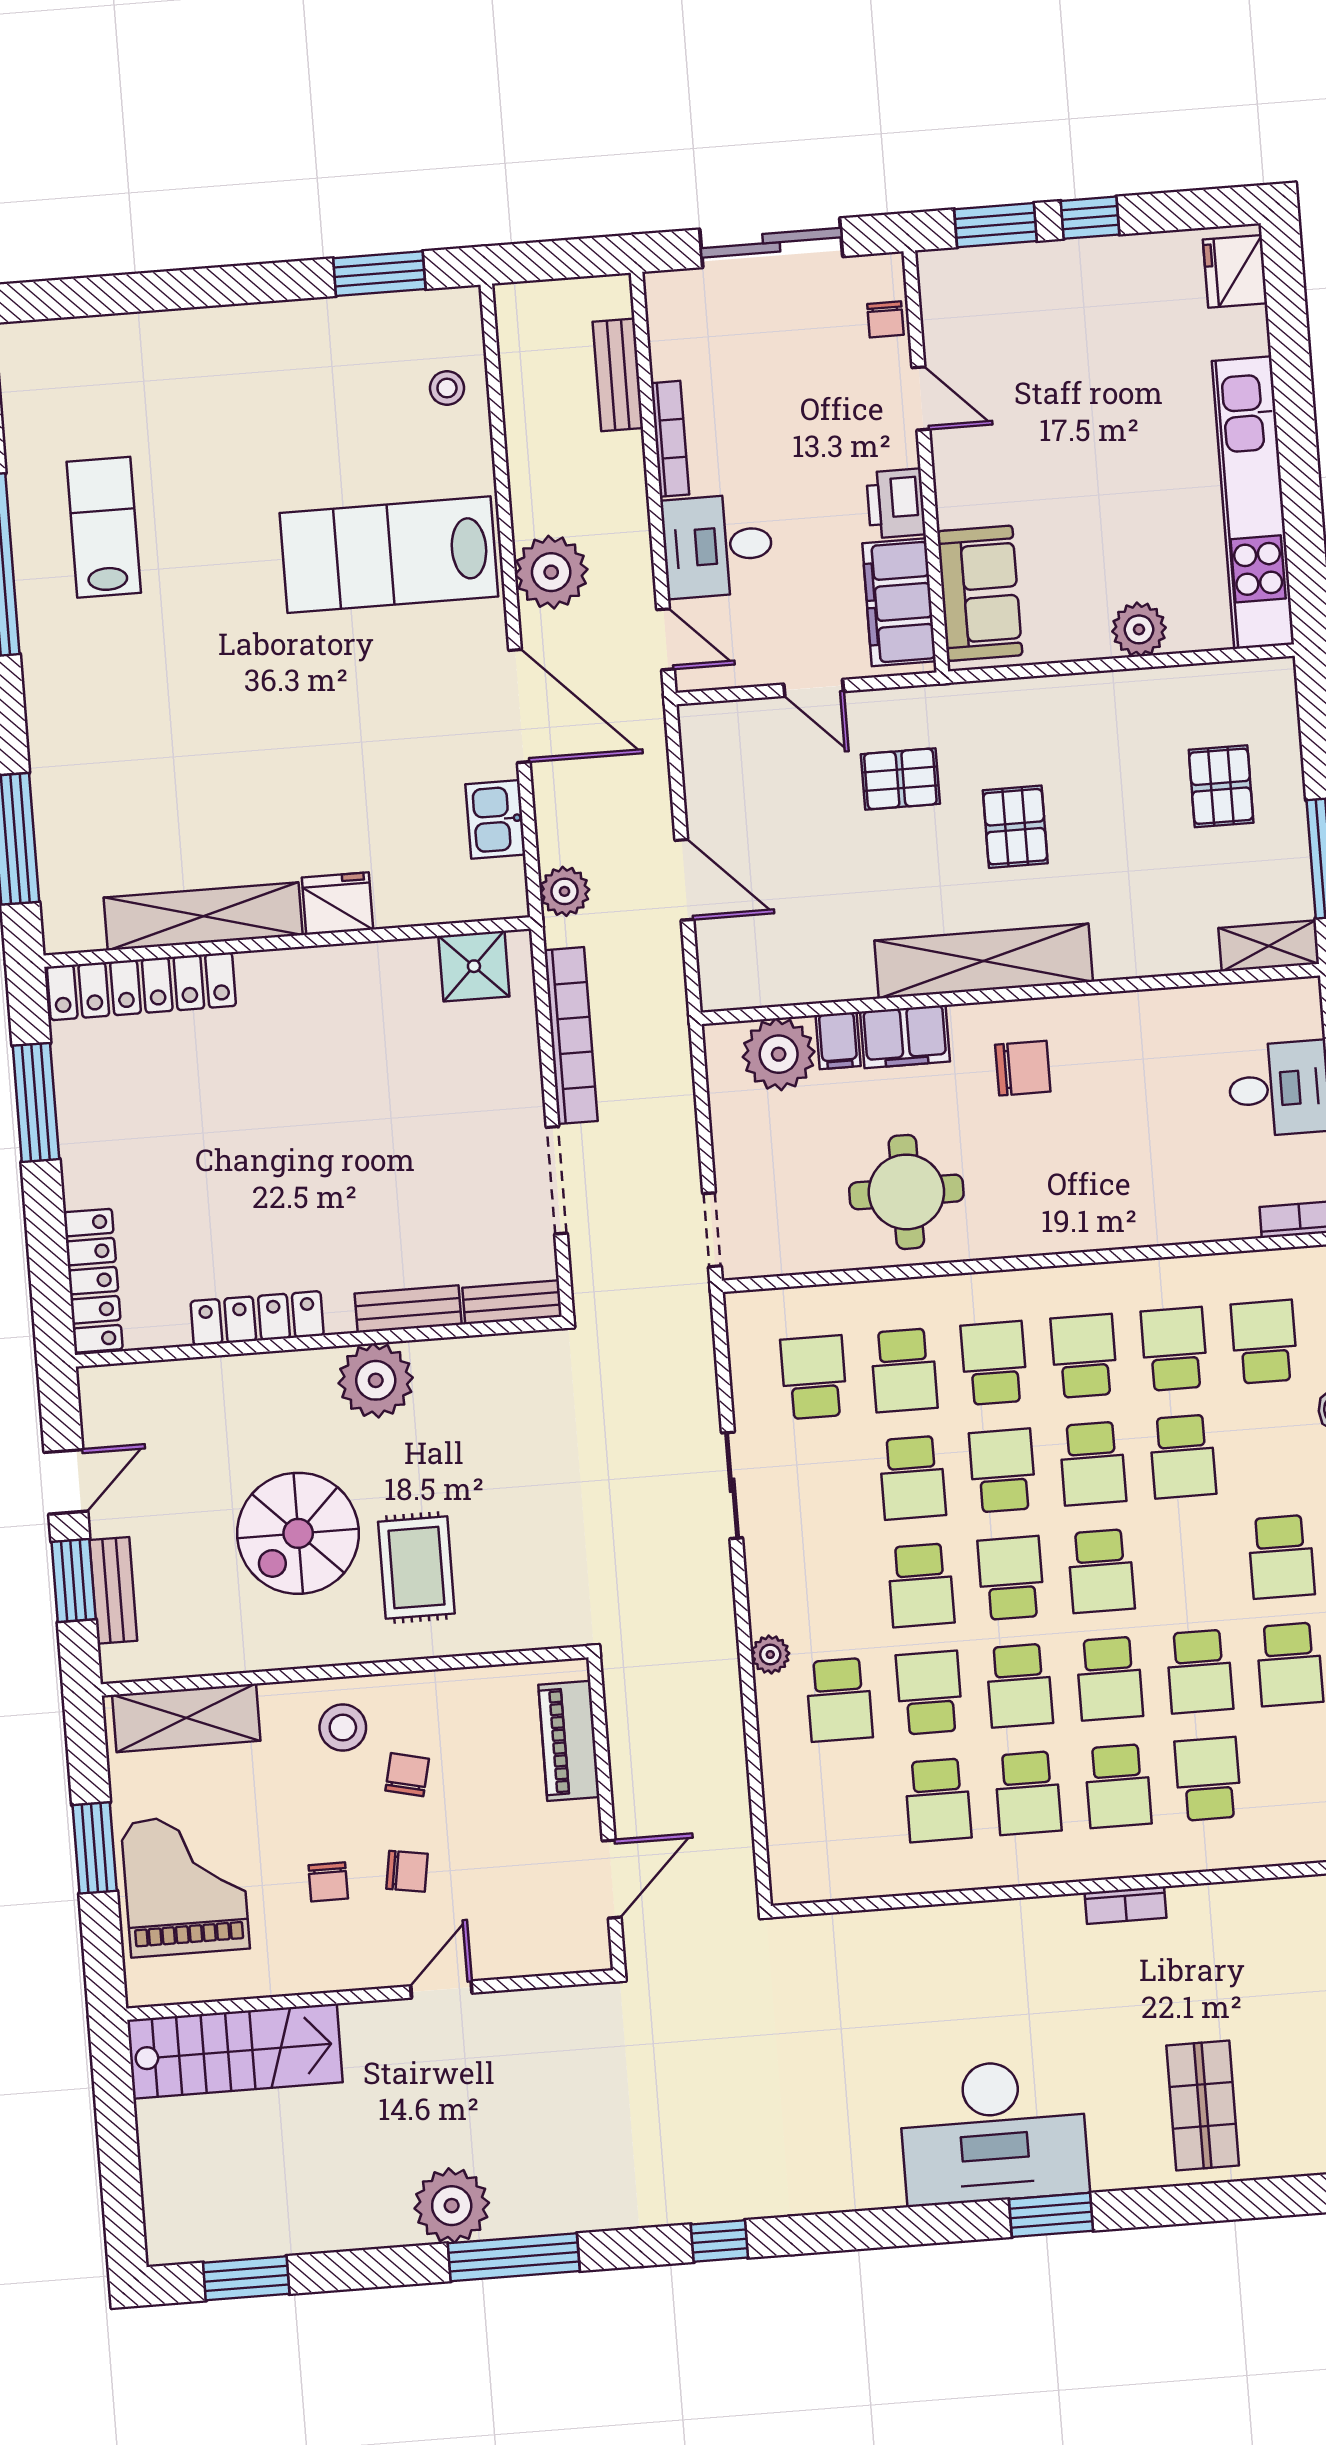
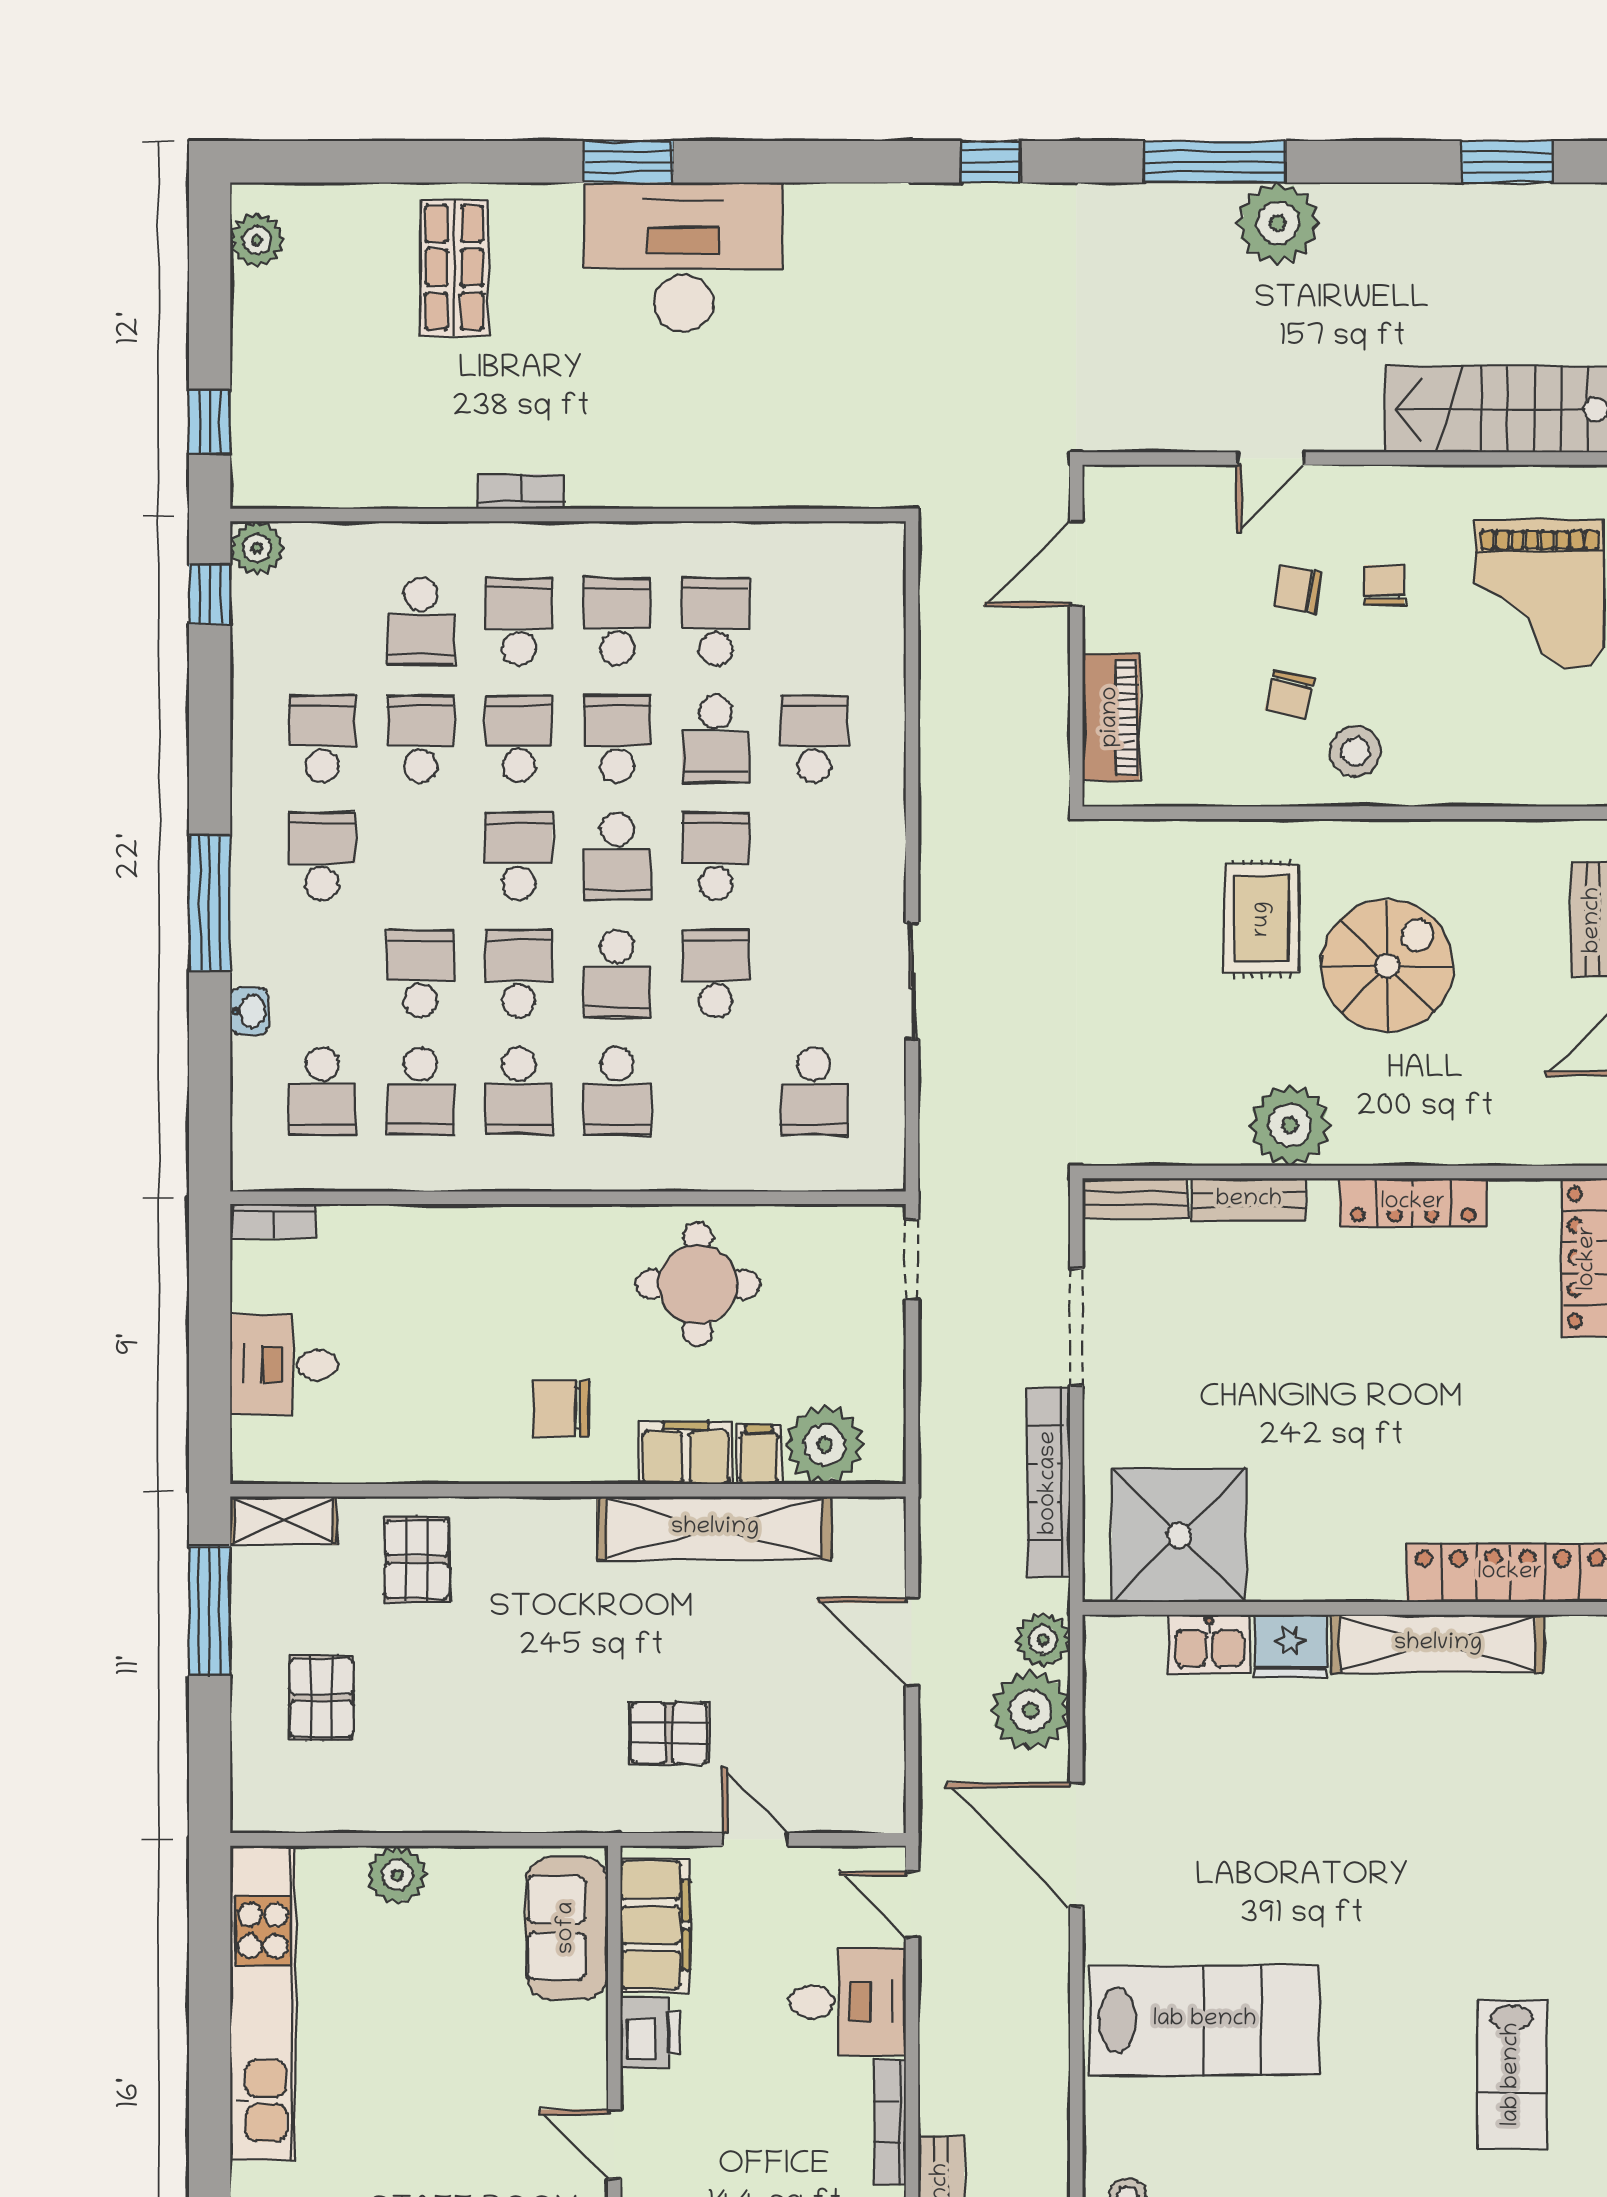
plant: (551, 572) -> (1030, 1711), moved
kitchen sink: (495, 819) -> (1209, 1644), moved, turned 90
pallet: (1015, 827) -> (417, 1559), moved
shelving: (984, 961) -> (715, 1528), moved
shower: (474, 966) -> (1179, 1535), width x1.86, depth x1.86
school desk: (904, 1370) -> (716, 1091), removed
plant: (770, 1655) -> (885, 794), removed
shelving: (186, 1718) -> (1524, 775), removed

